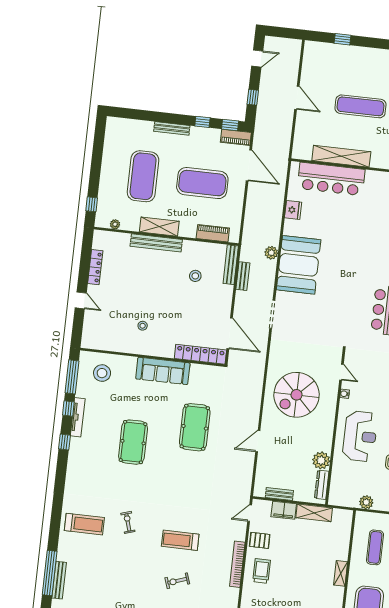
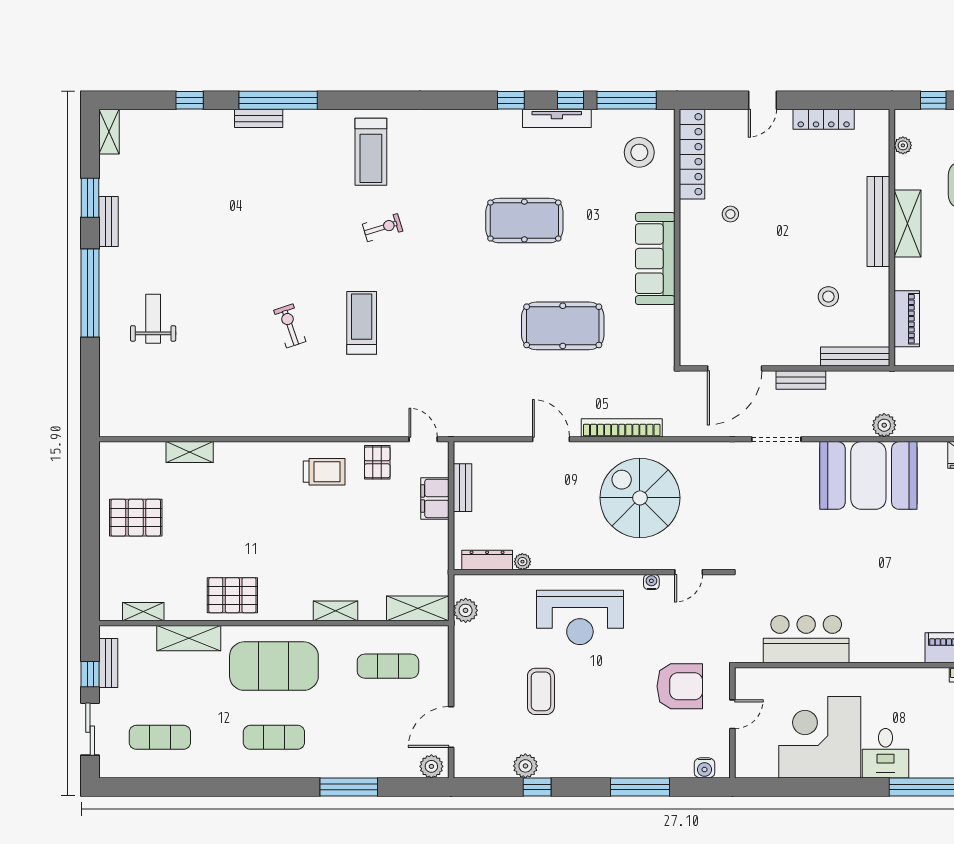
bench: (243, 276) -> (801, 380), moved
locker: (200, 354) -> (692, 154), moved
plant: (321, 460) -> (522, 562), width x0.53, depth x0.53
plant: (366, 502) -> (466, 610), moved
shelving: (314, 513) -> (418, 608), moved, turned 90
bookcase: (237, 564) -> (622, 428), moved
bench: (59, 580) -> (259, 118), width x0.73

